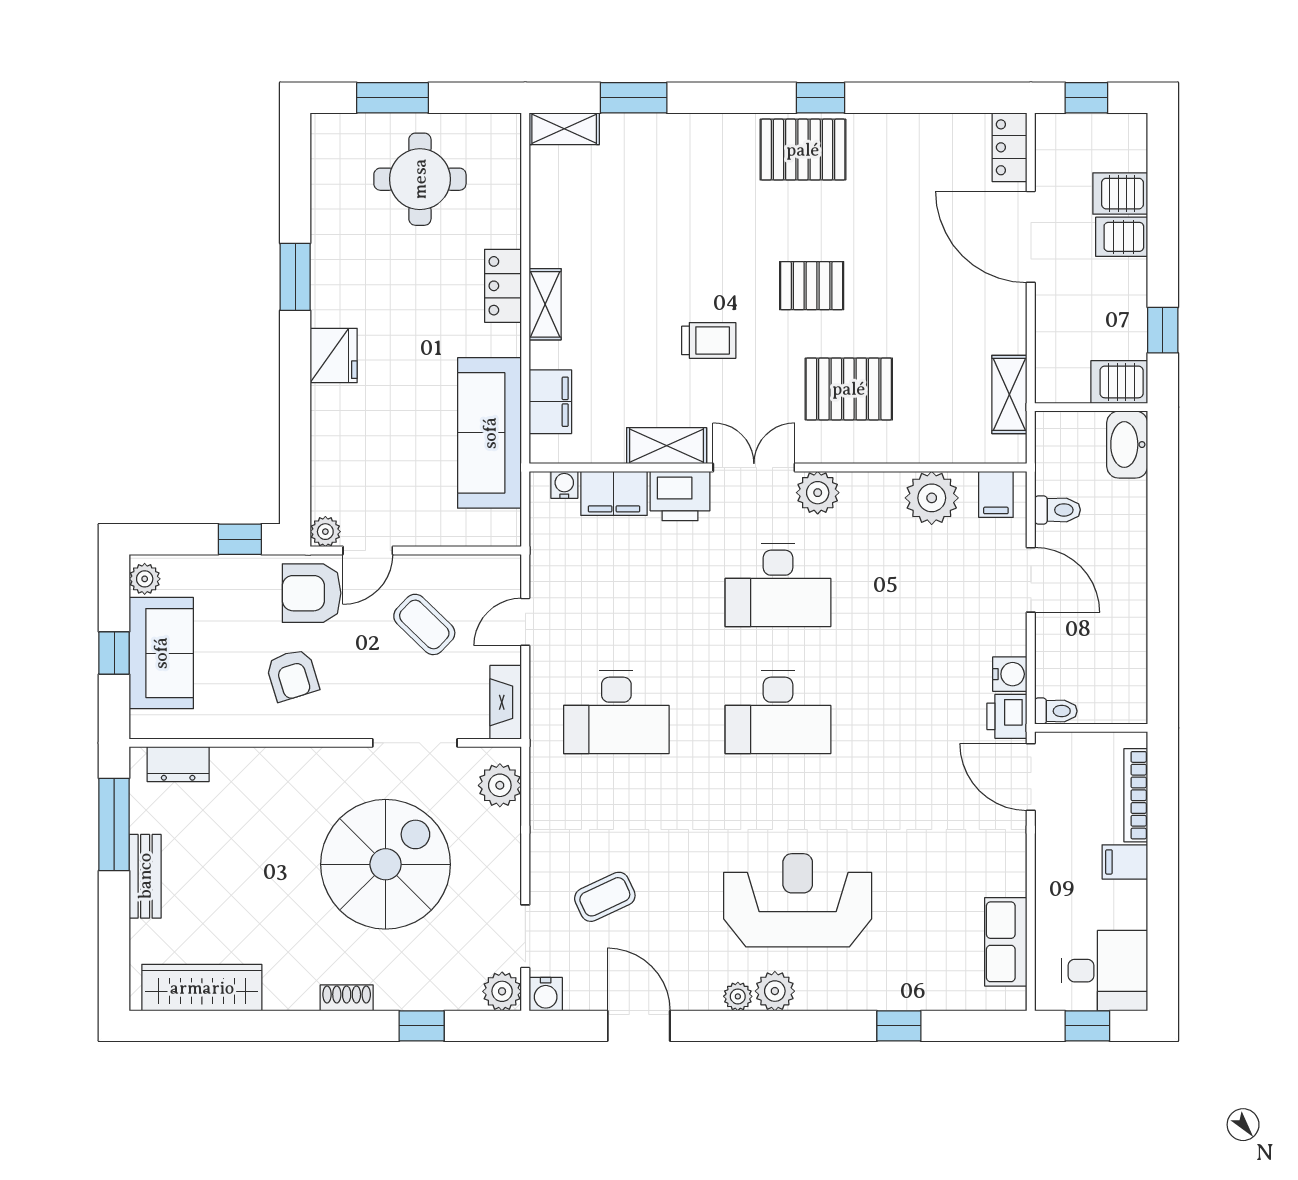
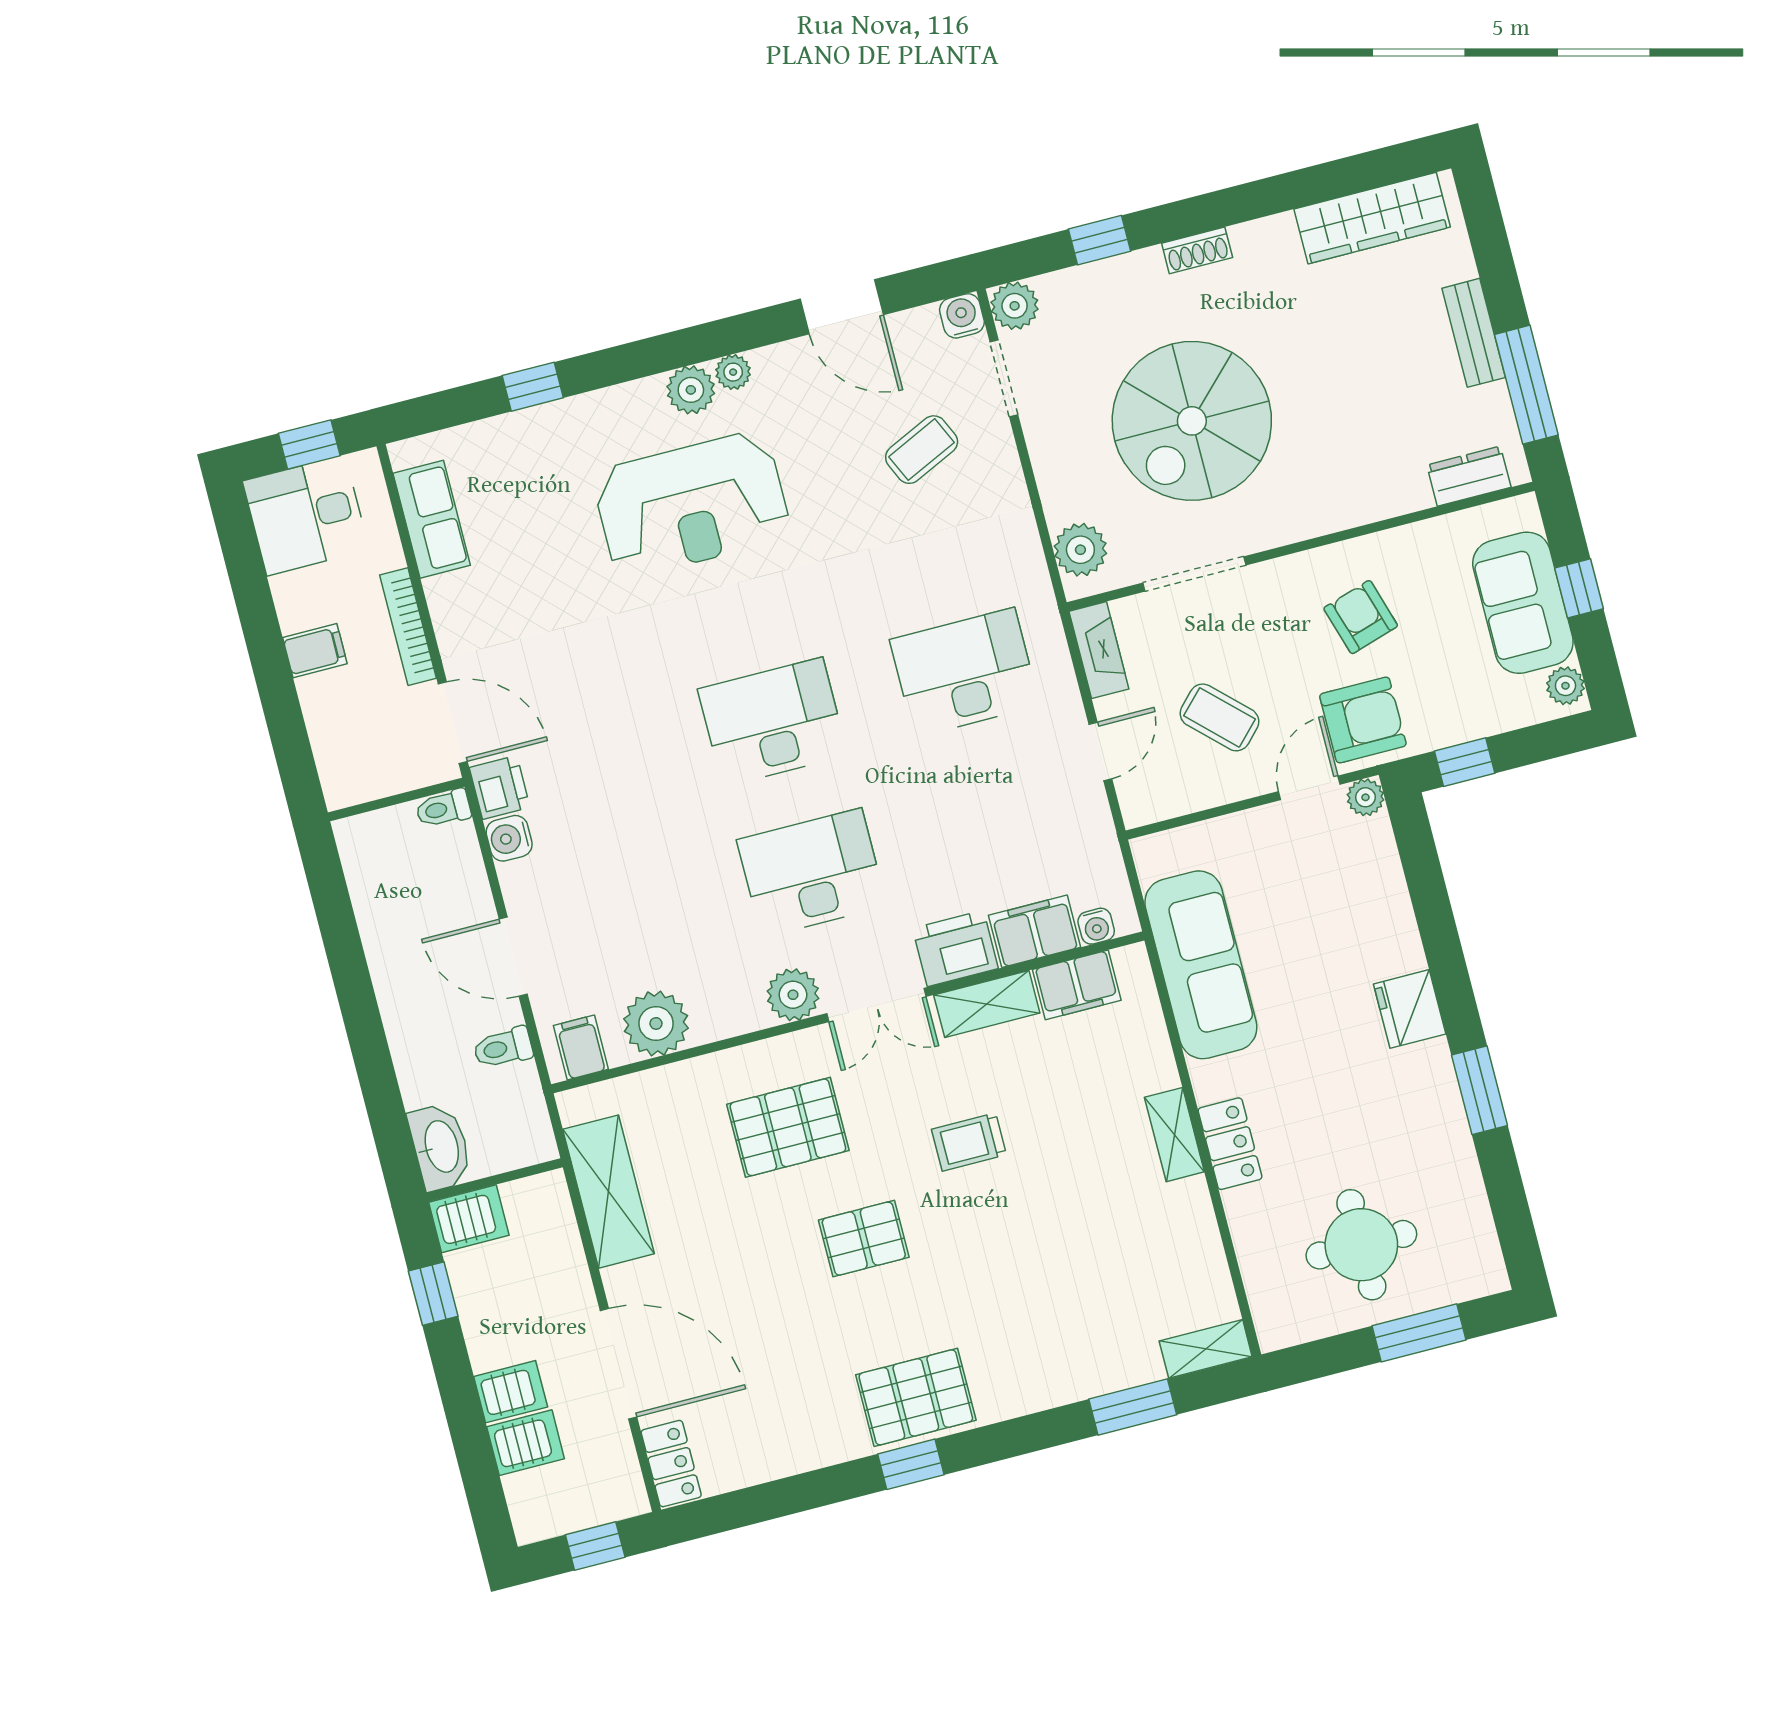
shelving: (1009, 394) -> (608, 1192), width x1.50, depth x1.33
filing cabinet: (550, 402) -> (1077, 985), moved, turned -90
bookcase: (1136, 795) -> (408, 627), moved, turned 180

